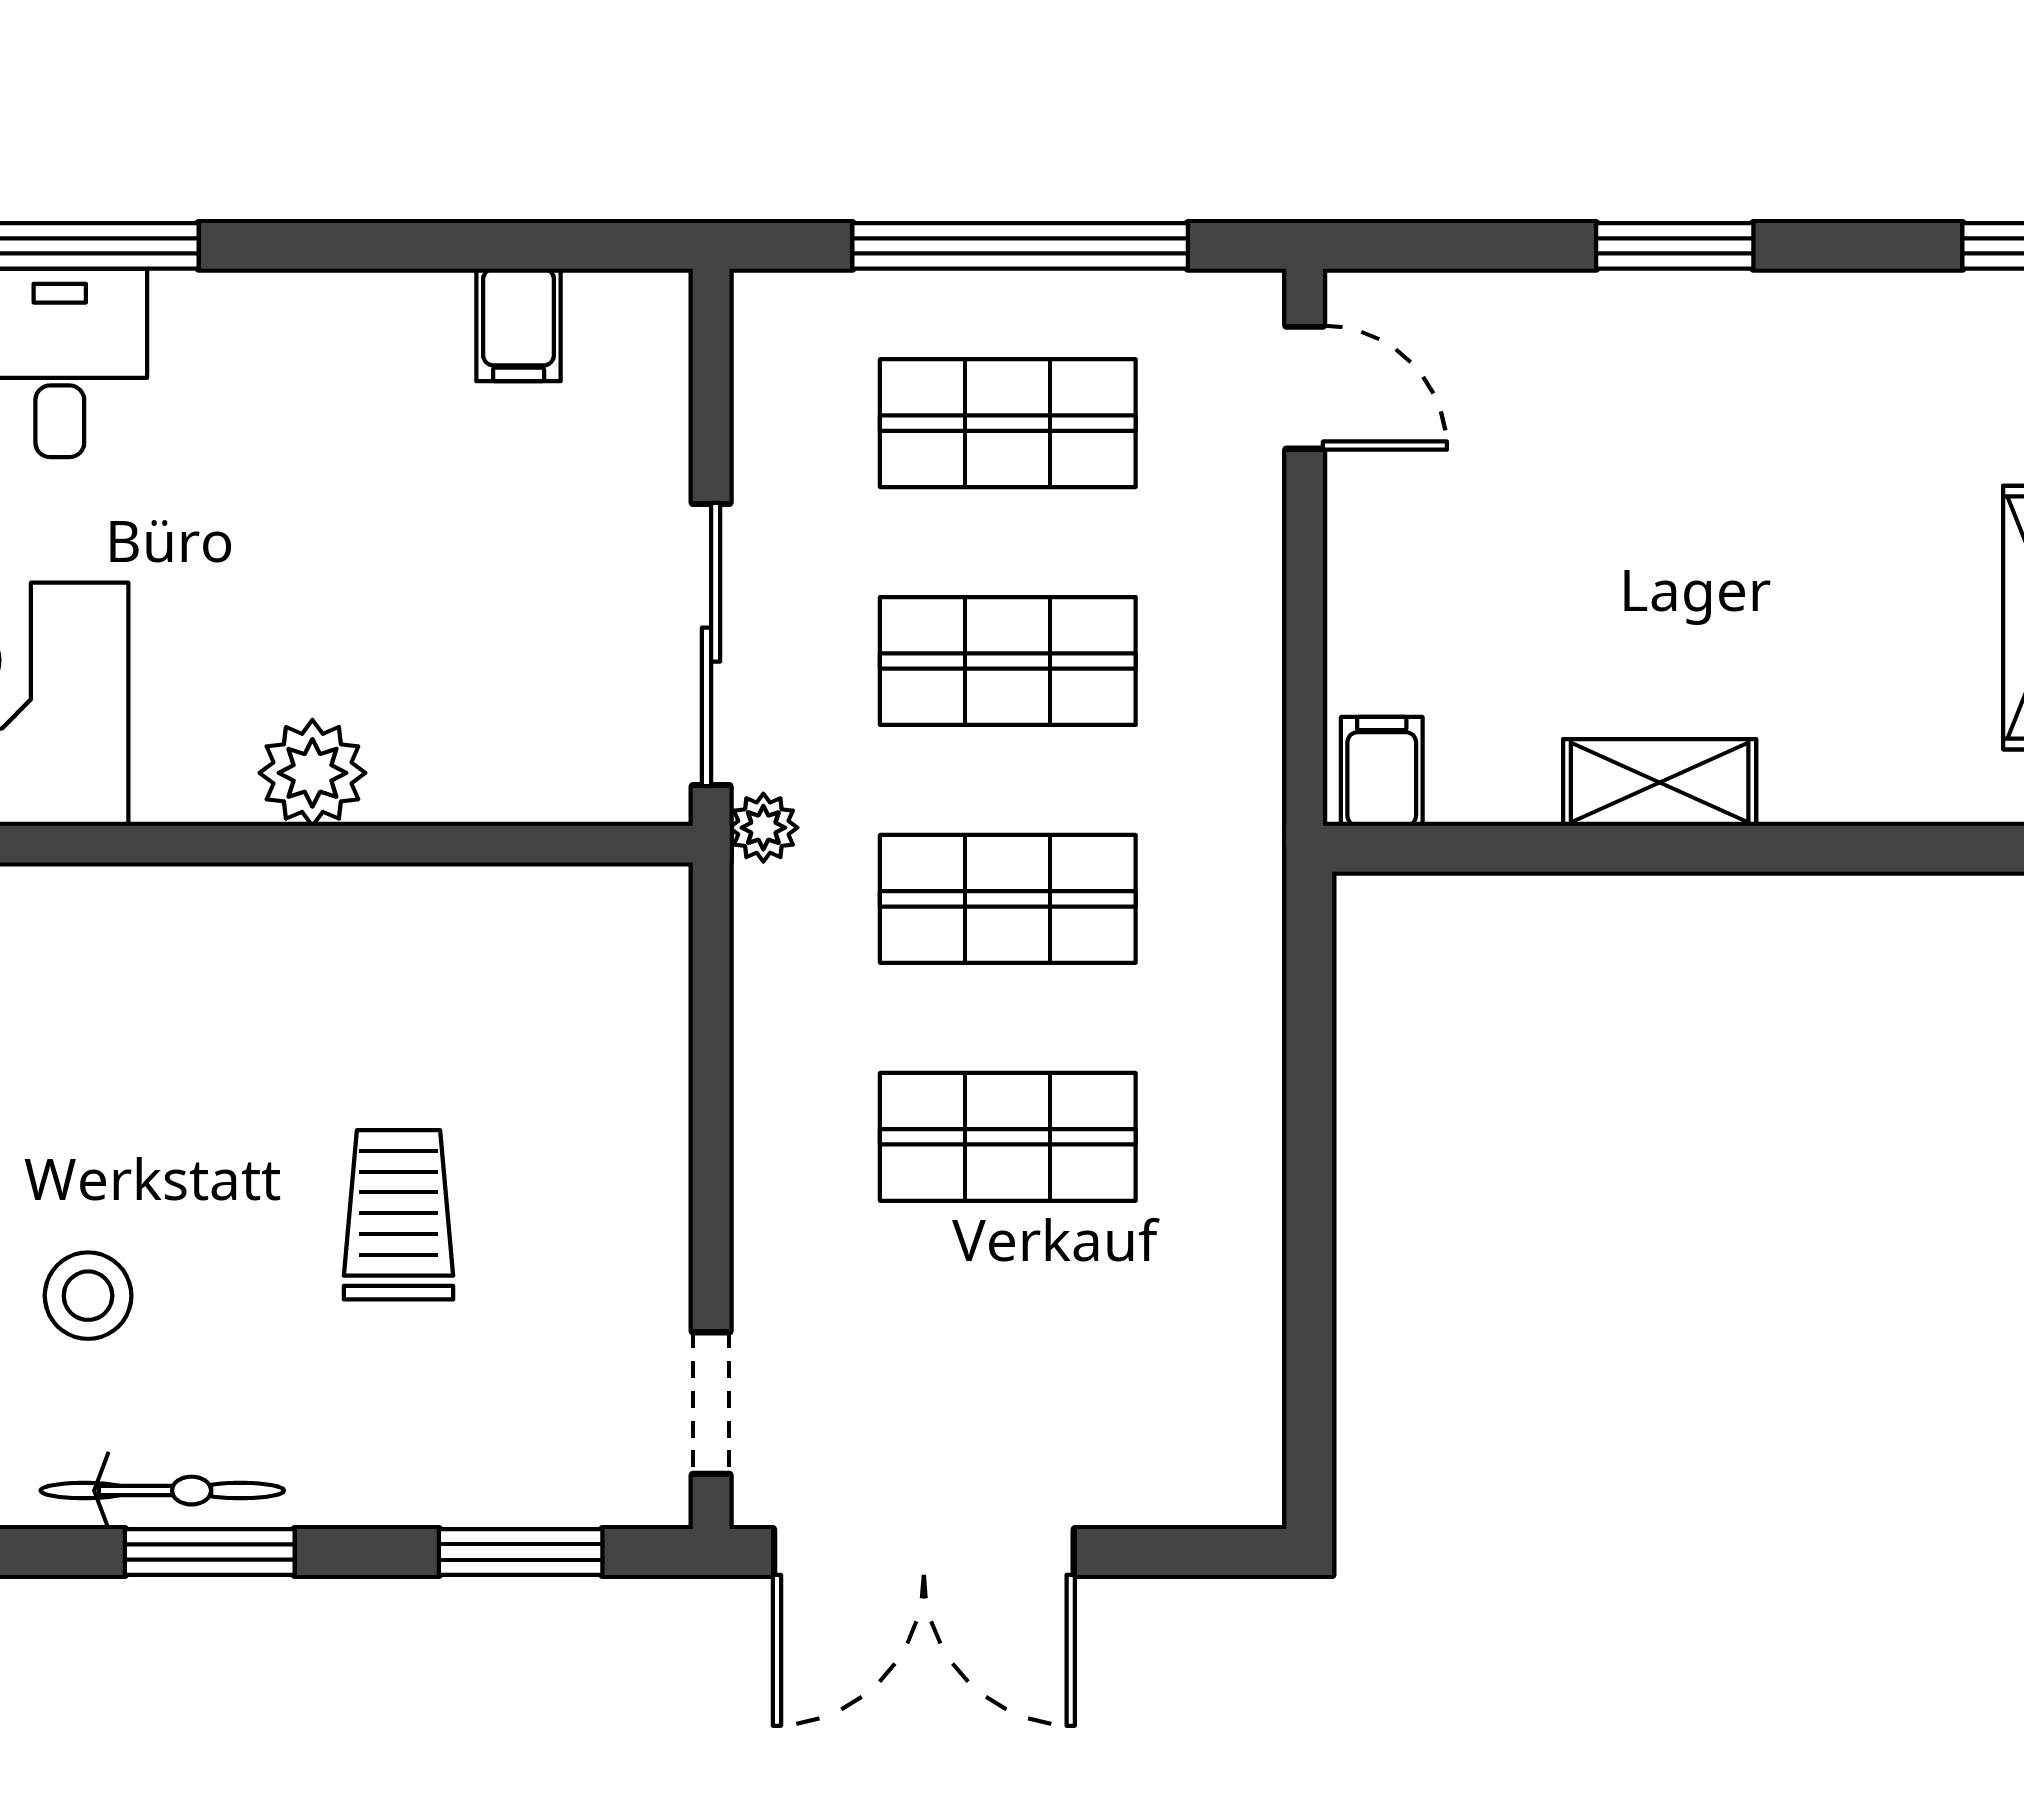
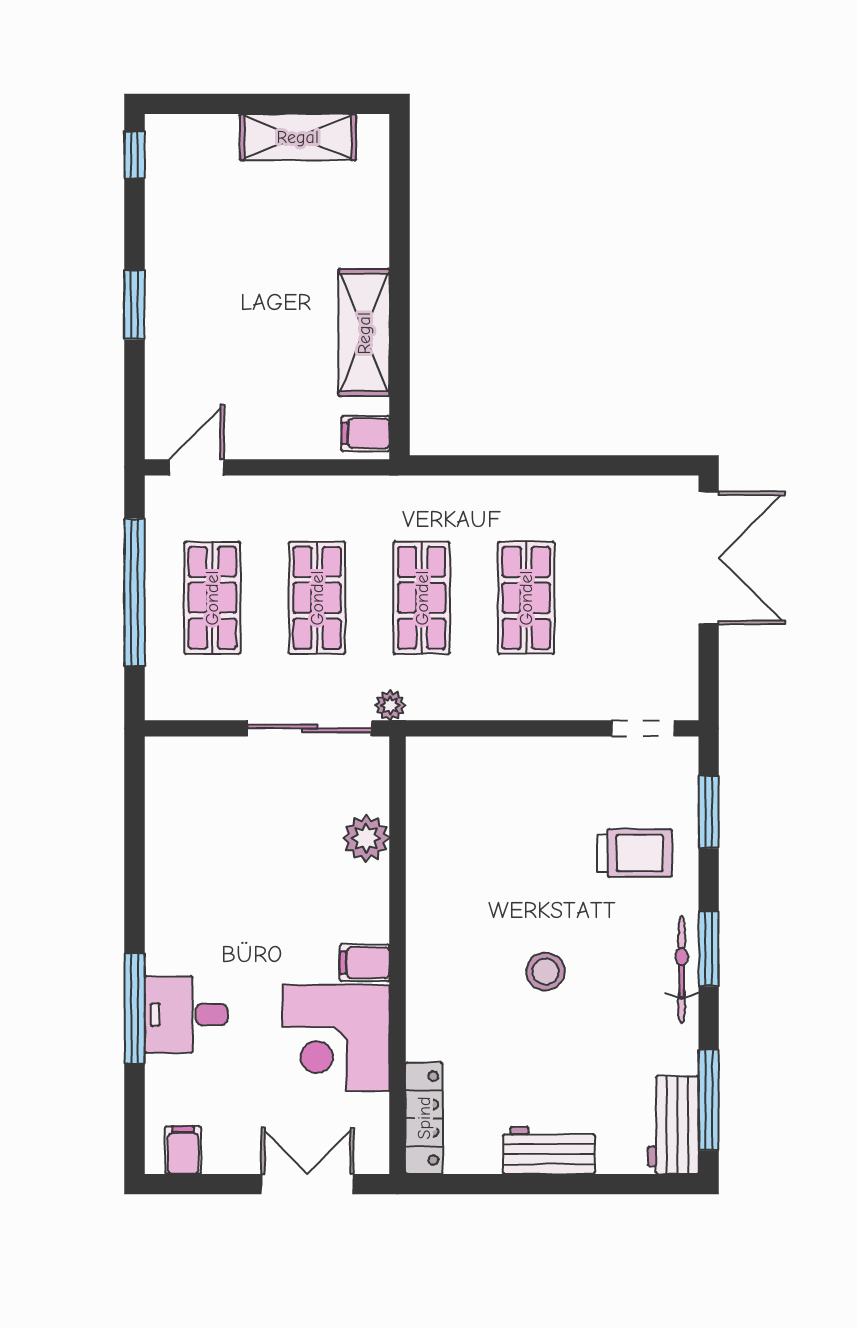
filing cabinet: (519, 325) -> (365, 963), moved, turned 180
plant: (312, 773) -> (366, 838), moved
shelving: (1660, 782) -> (364, 333), width x1.50, depth x1.33
trolley: (399, 1215) -> (635, 853), moved, turned 180
stool: (88, 1296) -> (546, 971), moved
double door: (924, 1552) -> (709, 558), moved

